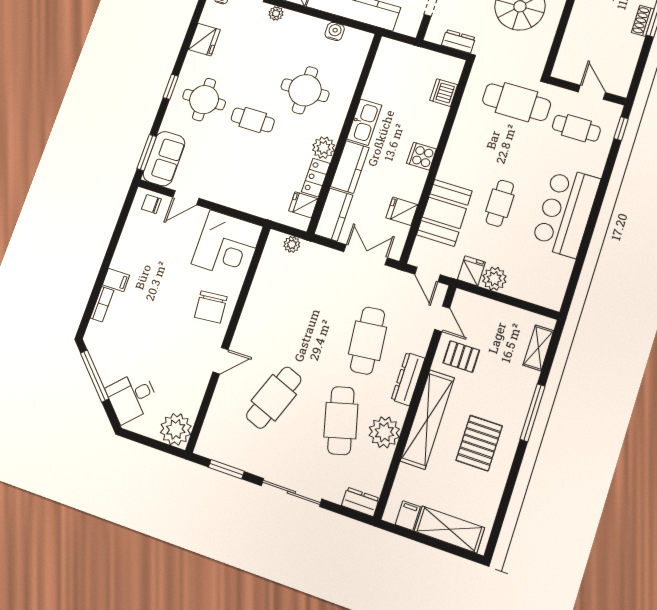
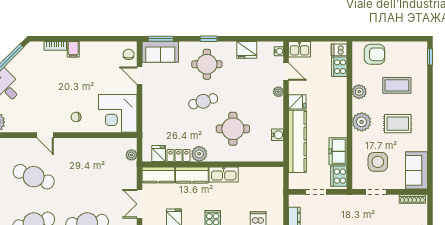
cafe table: (253, 120) -> (203, 101), turned 74
double door: (366, 255) -> (140, 204), swing flipped
chair: (211, 307) -> (76, 117), width x0.54, depth x0.54

